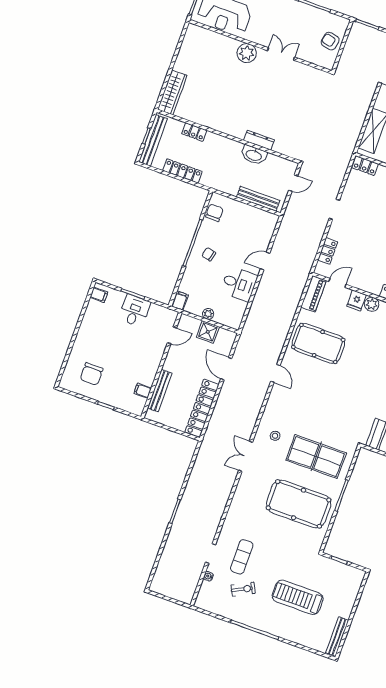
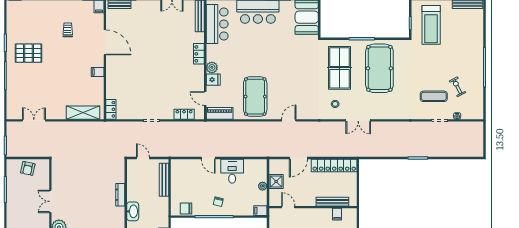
washbasin: (254, 155) -> (133, 211), moved
treadmill: (298, 597) -> (431, 25), moved

